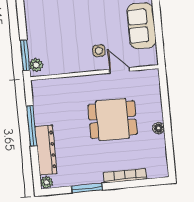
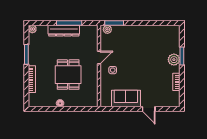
door: (119, 70) -> (99, 58), moved
dresser: (46, 150) -> (64, 31), moved

